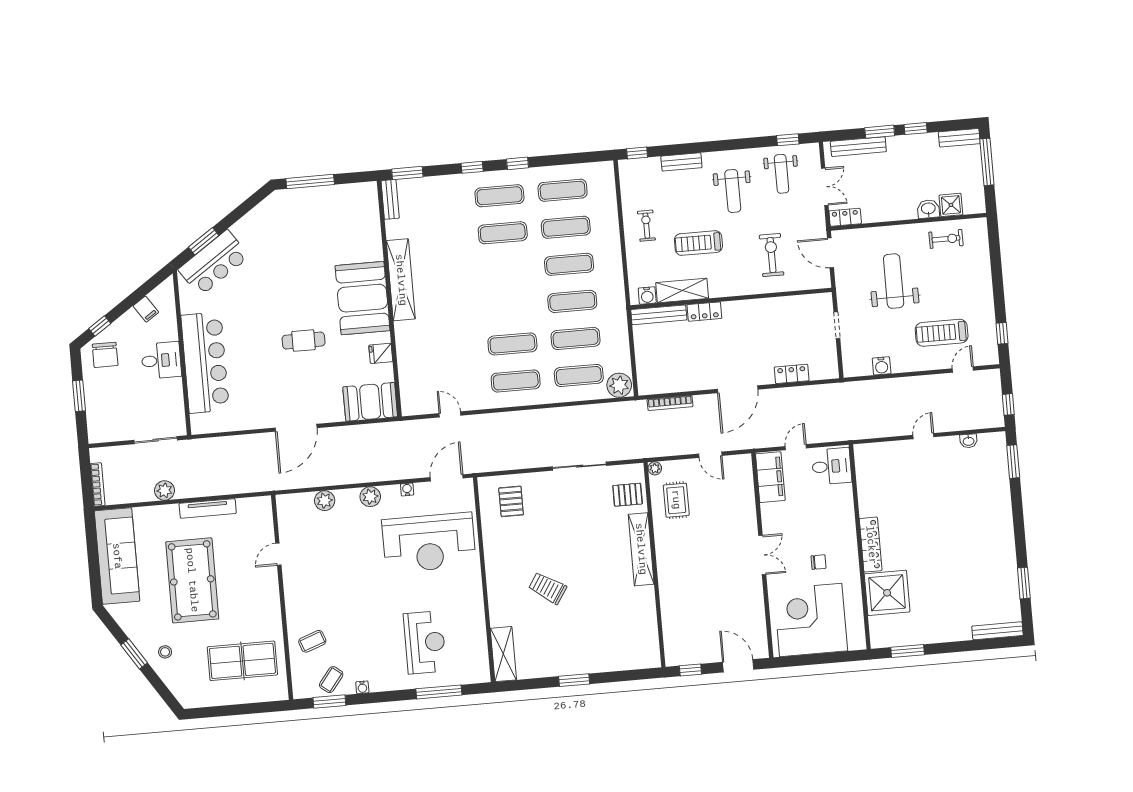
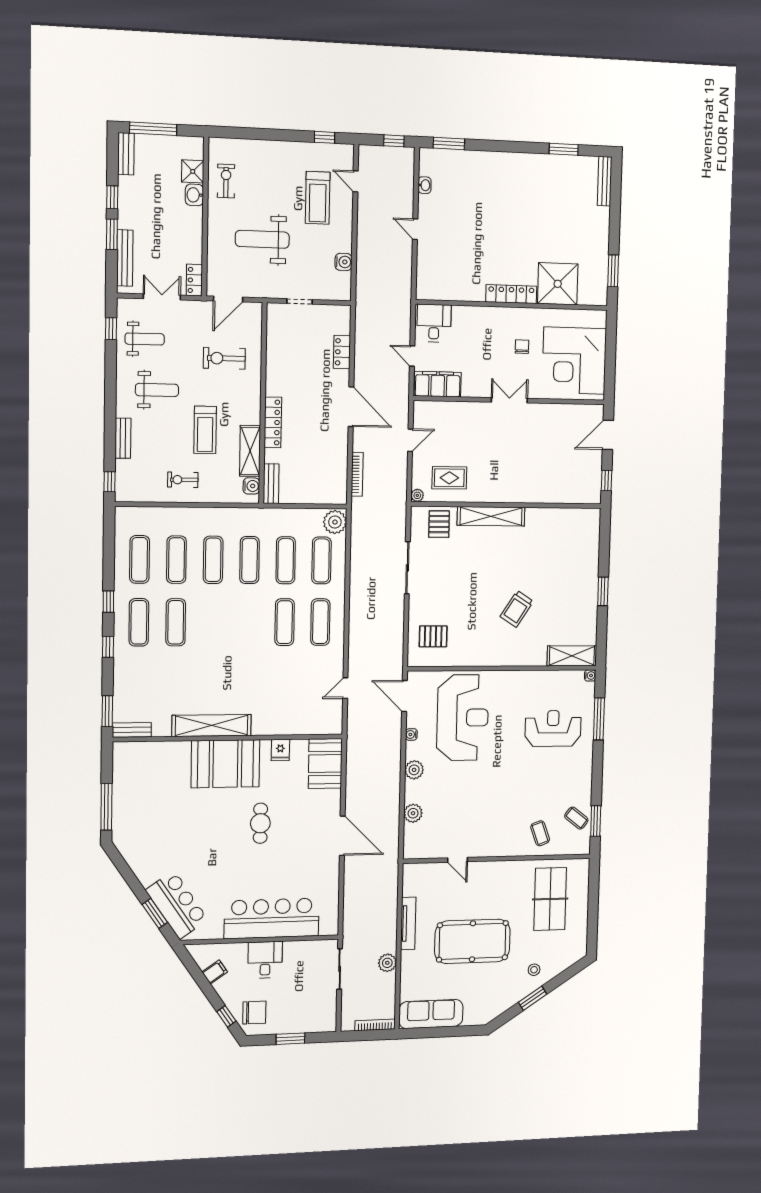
locker: (704, 312) -> (273, 422), width x1.53
bench: (659, 315) -> (271, 484), width x0.73
sofa: (117, 556) -> (431, 1014), width x0.74, depth x0.79
water cooler: (362, 687) -> (590, 675), moved

